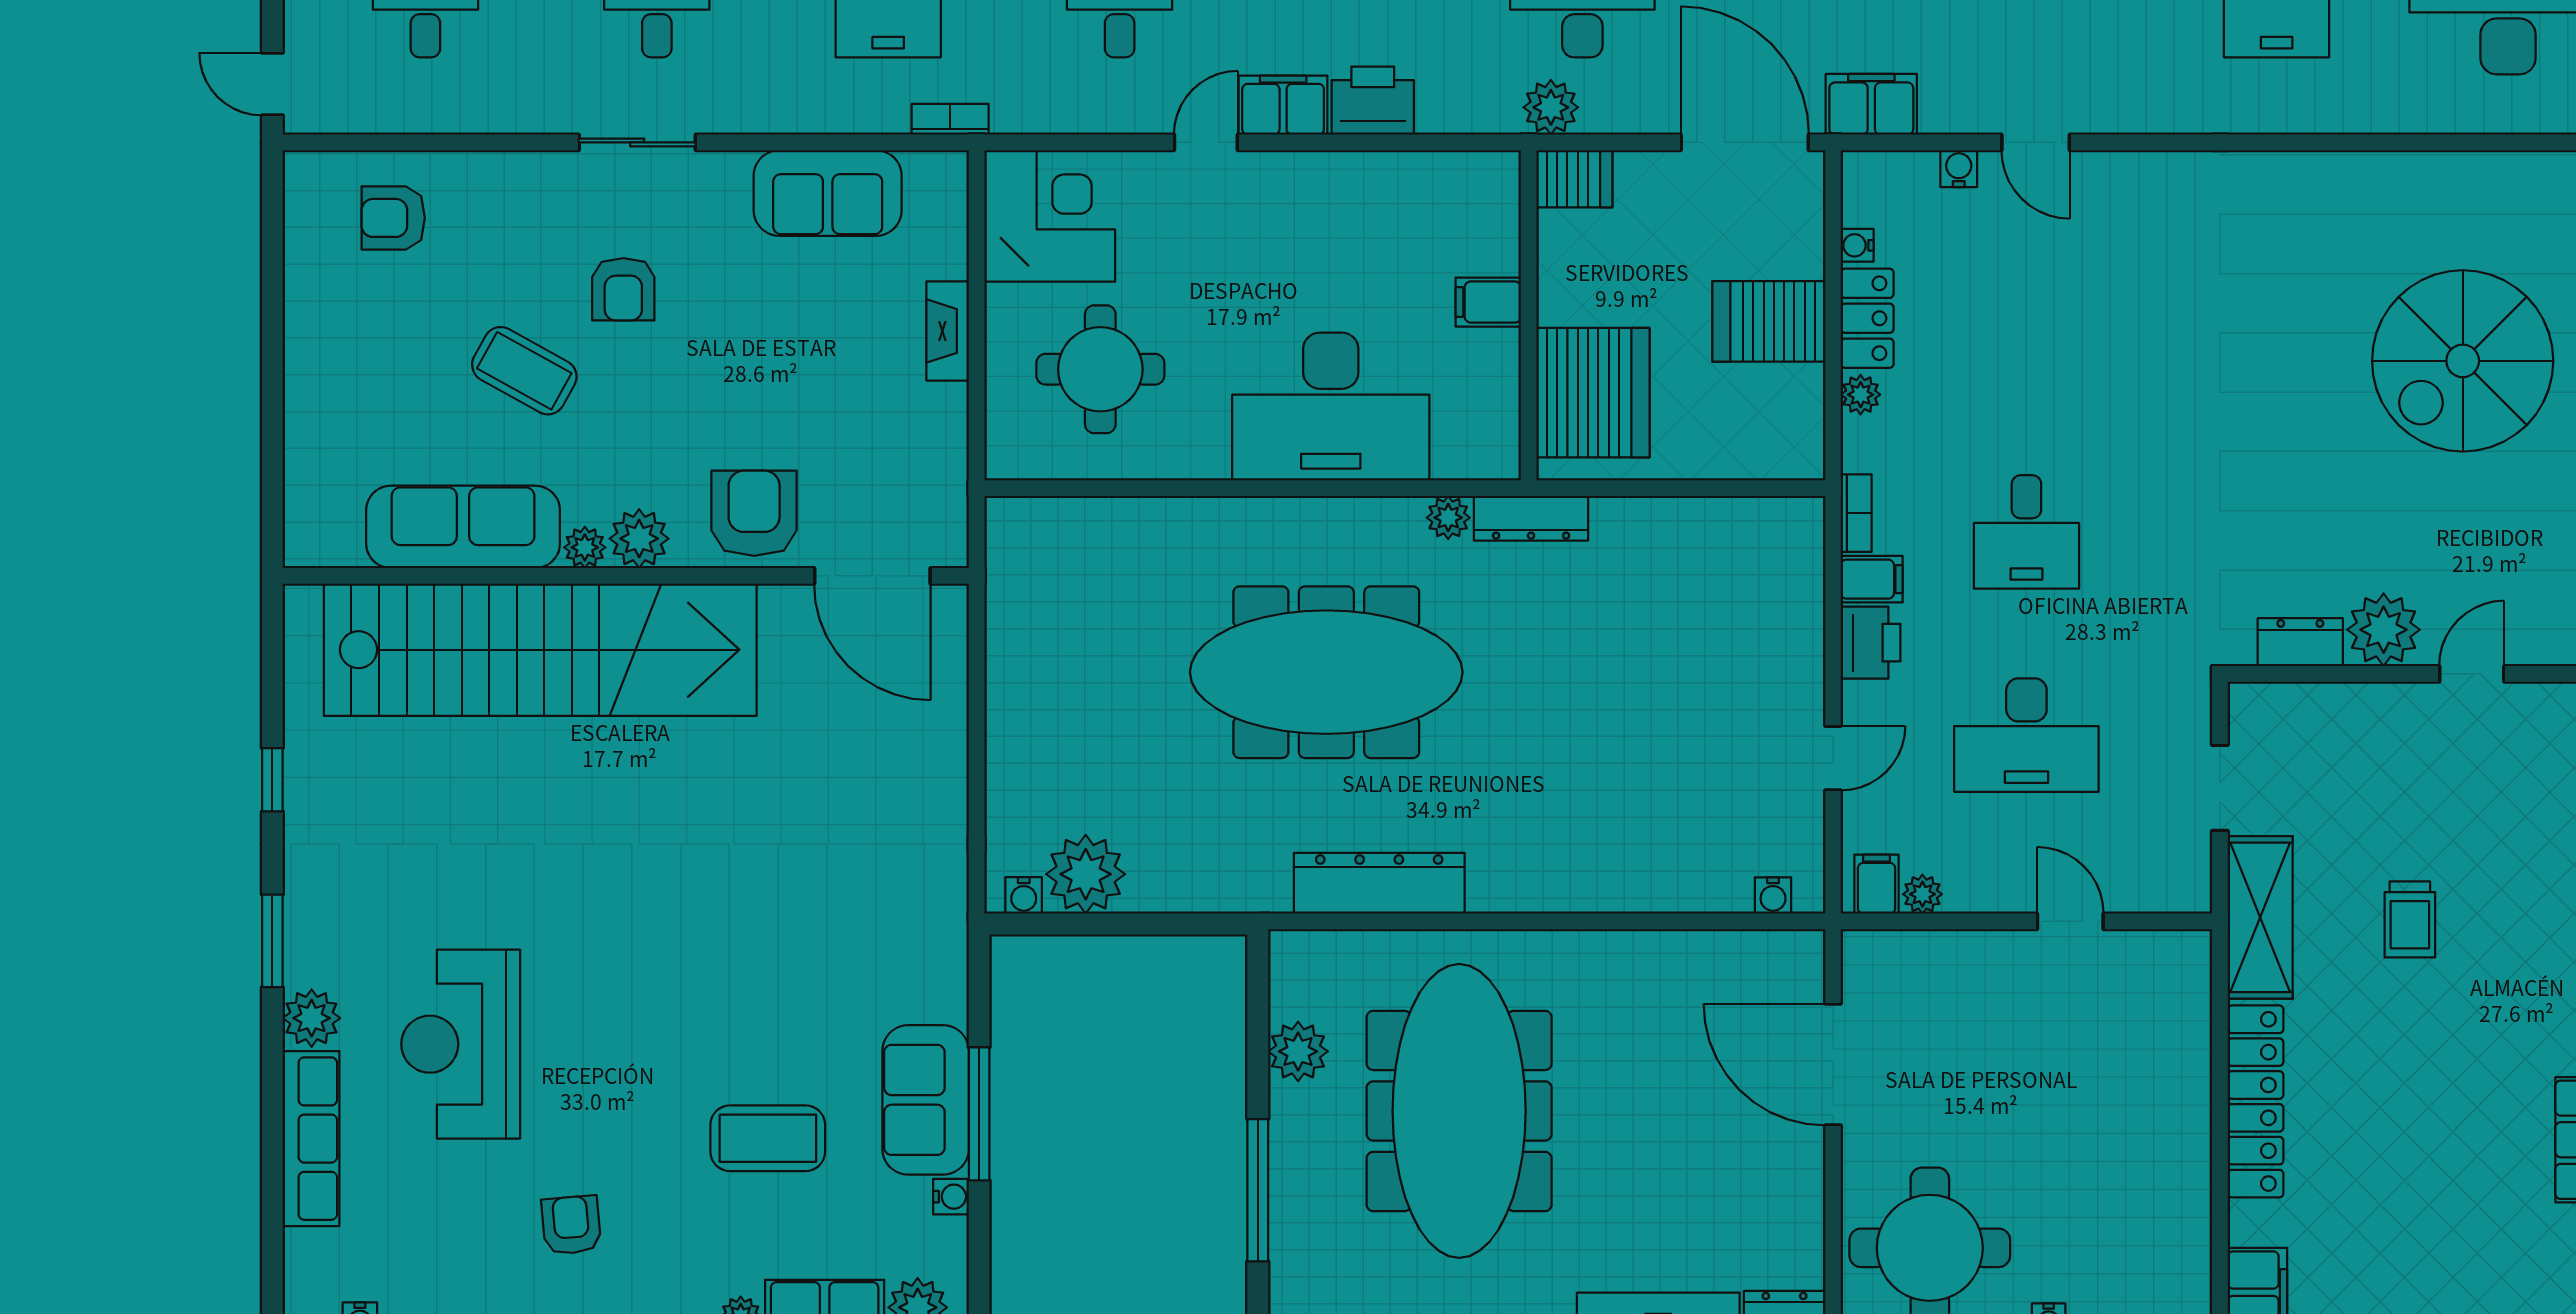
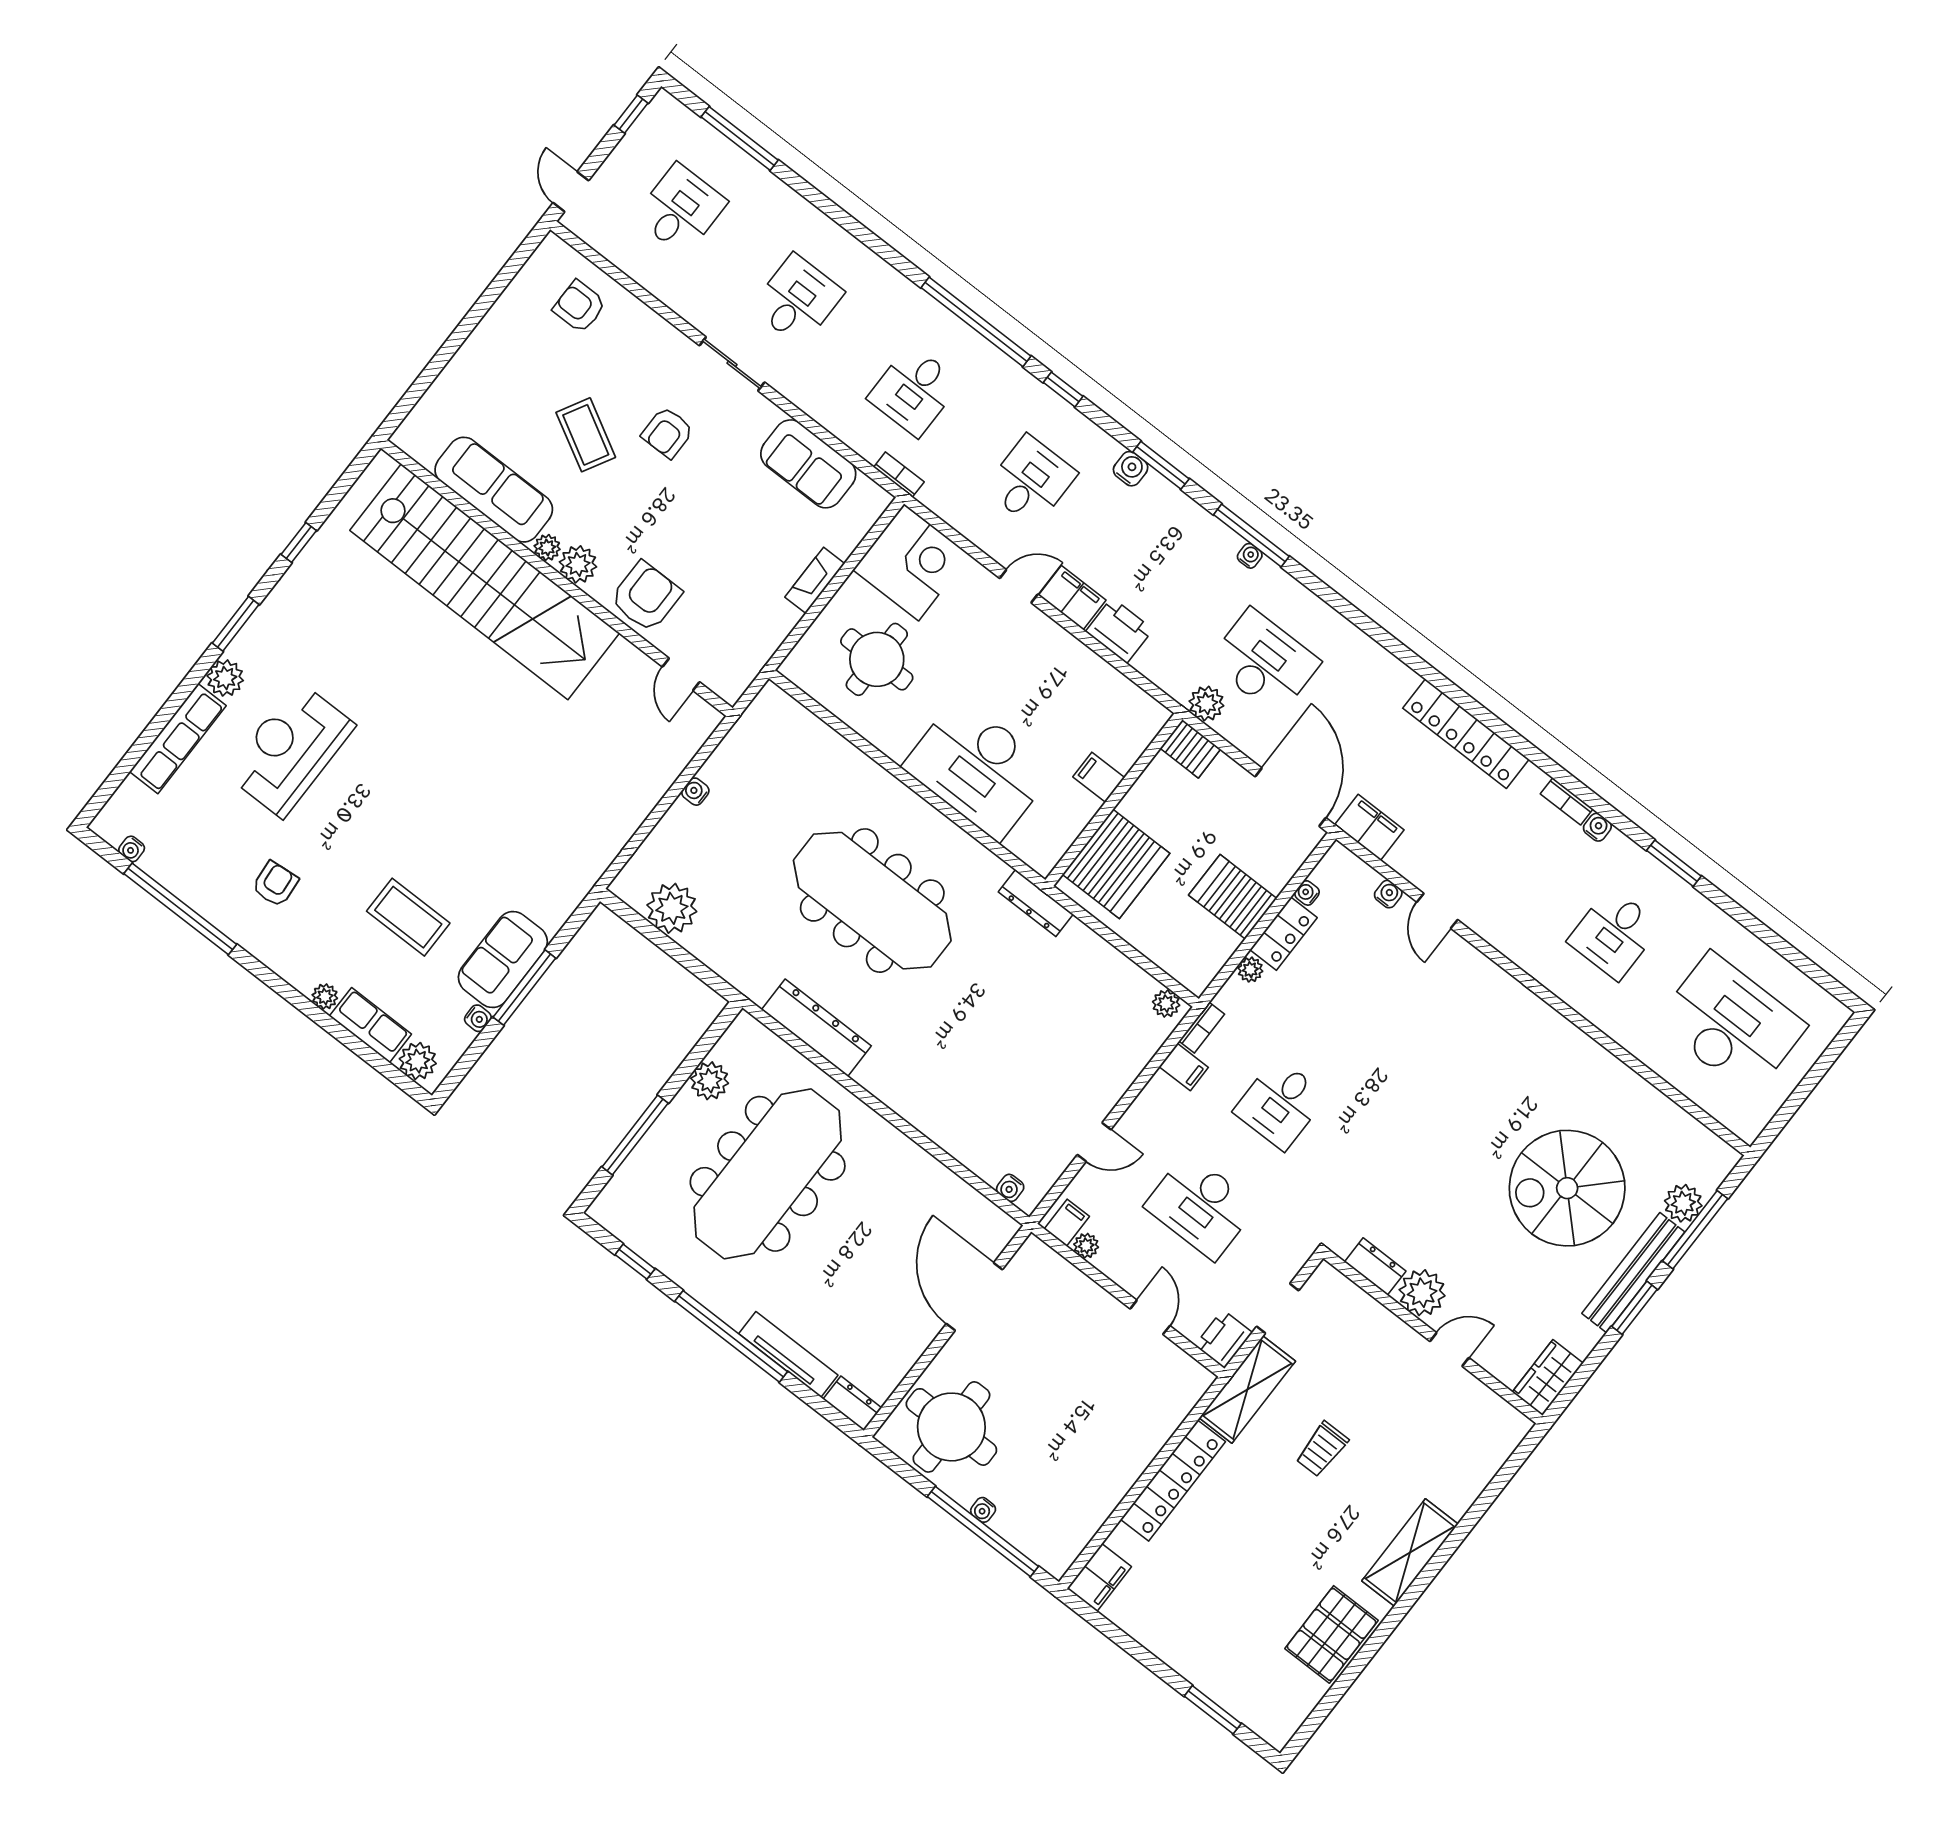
plant: (1448, 518) -> (1166, 1004), moved
door: (872, 576) -> (681, 674), width x0.53
printer: (1871, 643) -> (1224, 1339), moved, turned 180
water cooler: (1024, 895) -> (695, 792), moved, turned 90

